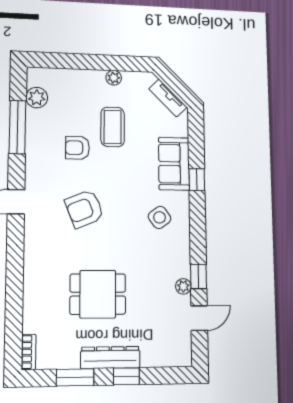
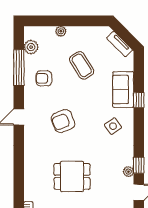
plant: (114, 78) -> (61, 31), moved
coffee table: (113, 127) -> (82, 65), turned -32
armchair: (77, 148) -> (44, 78), moved

